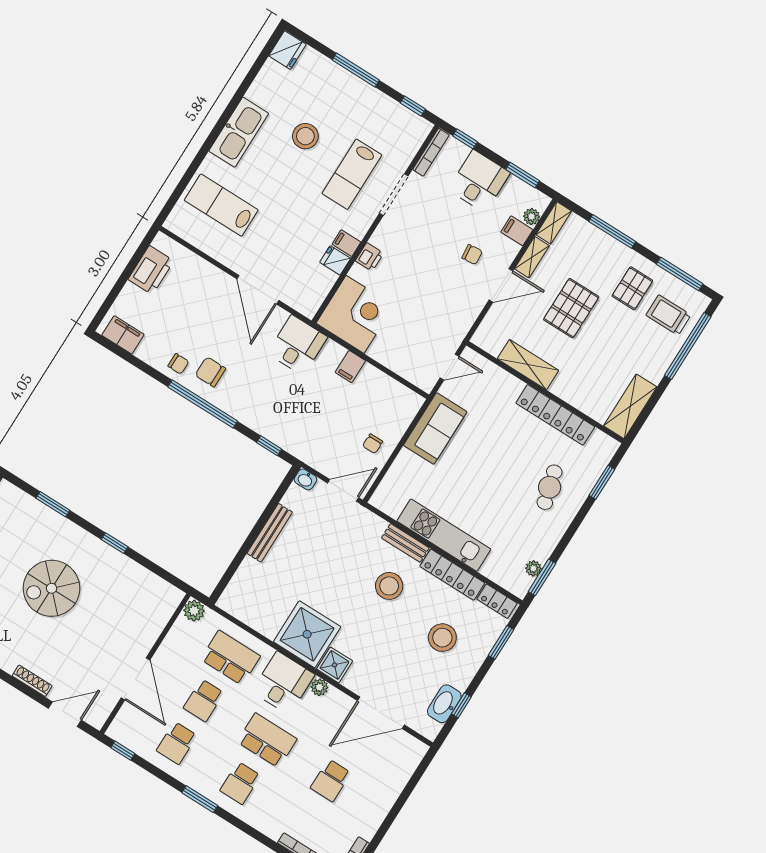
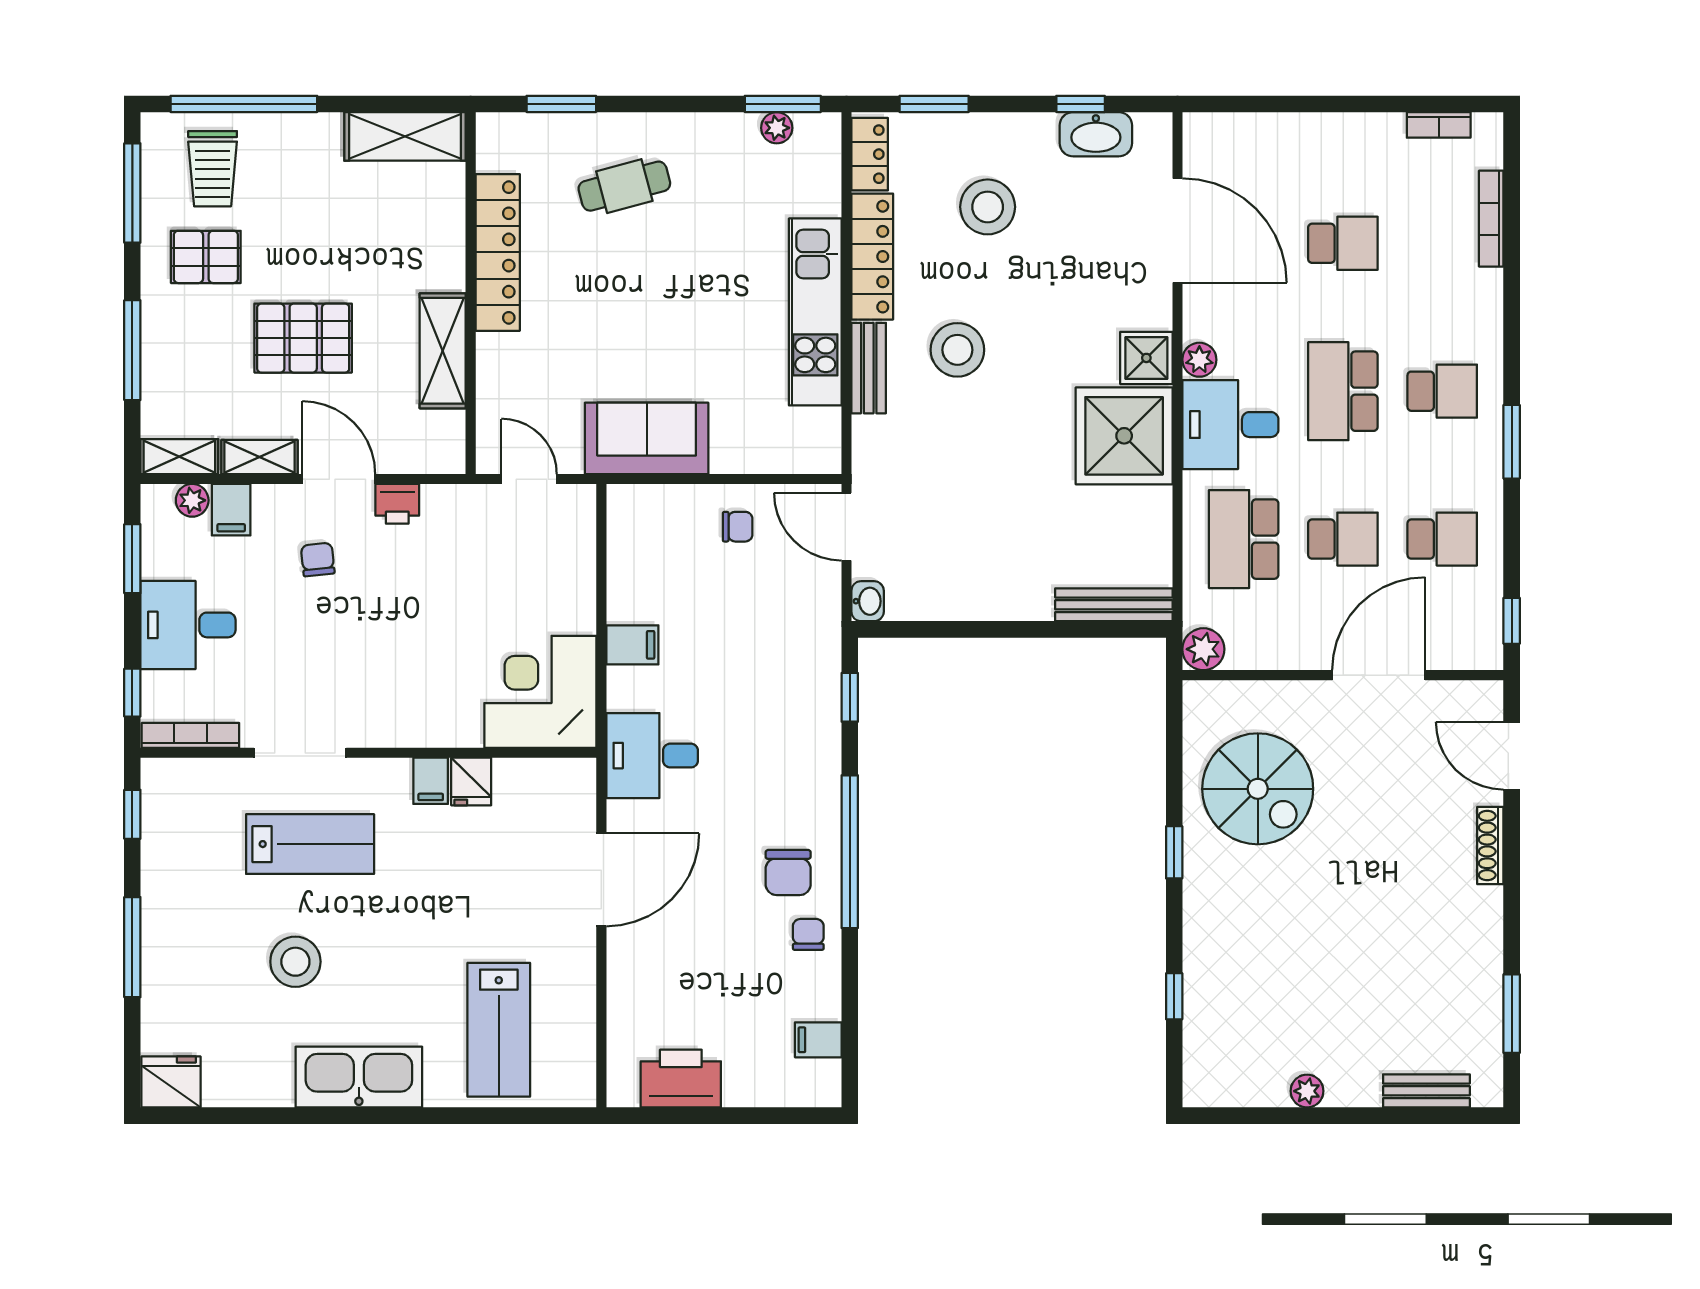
printer: (369, 257) -> (397, 504), moved, turned 180
filing cabinet: (123, 335) -> (818, 1040), width x0.50
window: (53, 504) -> (1174, 996), width x0.67
bench: (270, 533) -> (1114, 605), moved
spiral stairs: (52, 588) -> (1258, 789), moved

